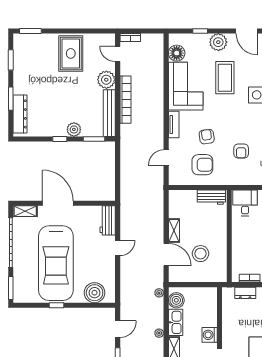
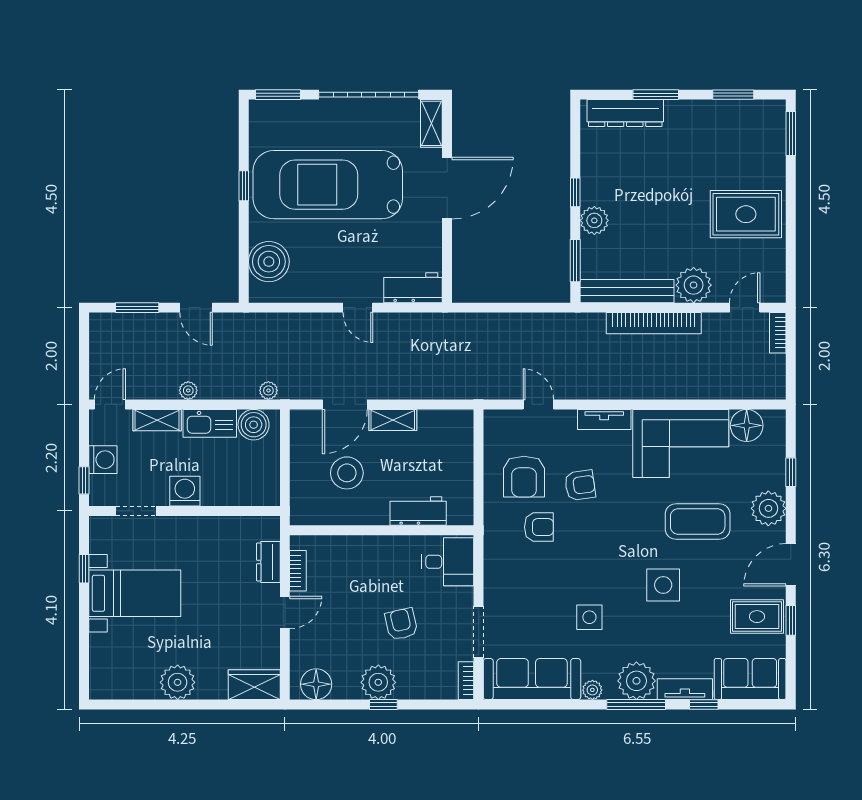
armchair: (241, 151) -> (539, 527), moved, turned 180
workbench: (211, 197) -> (418, 511), moved, turned 90

